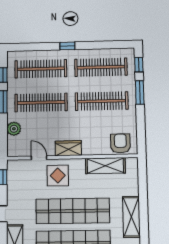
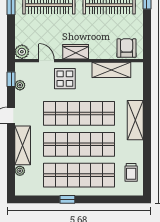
plant: (14, 129) -> (22, 52), moved
plant: (12, 183) -> (20, 85), added

